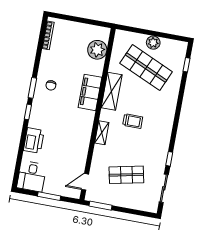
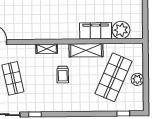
filing cabinet: (90, 92) -> (96, 31), moved

